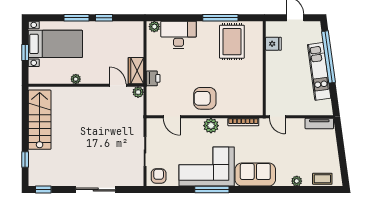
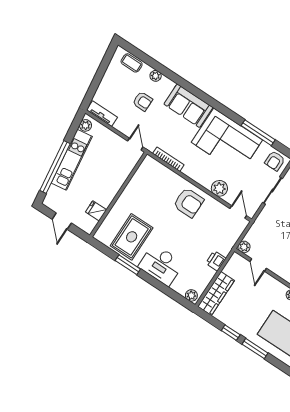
window: (220, 18) -> (128, 265), width x0.69
desk: (179, 35) -> (161, 265), moved
wardrobe: (136, 71) -> (216, 293), moved, width x1.50
printer: (153, 78) -> (216, 261), moved
plant: (326, 106) -> (86, 125), added
door: (172, 117) -> (238, 212), moved
plant: (211, 126) -> (219, 188), moved
armchair: (294, 154) -> (143, 101), added
window: (212, 190) -> (258, 133), moved

